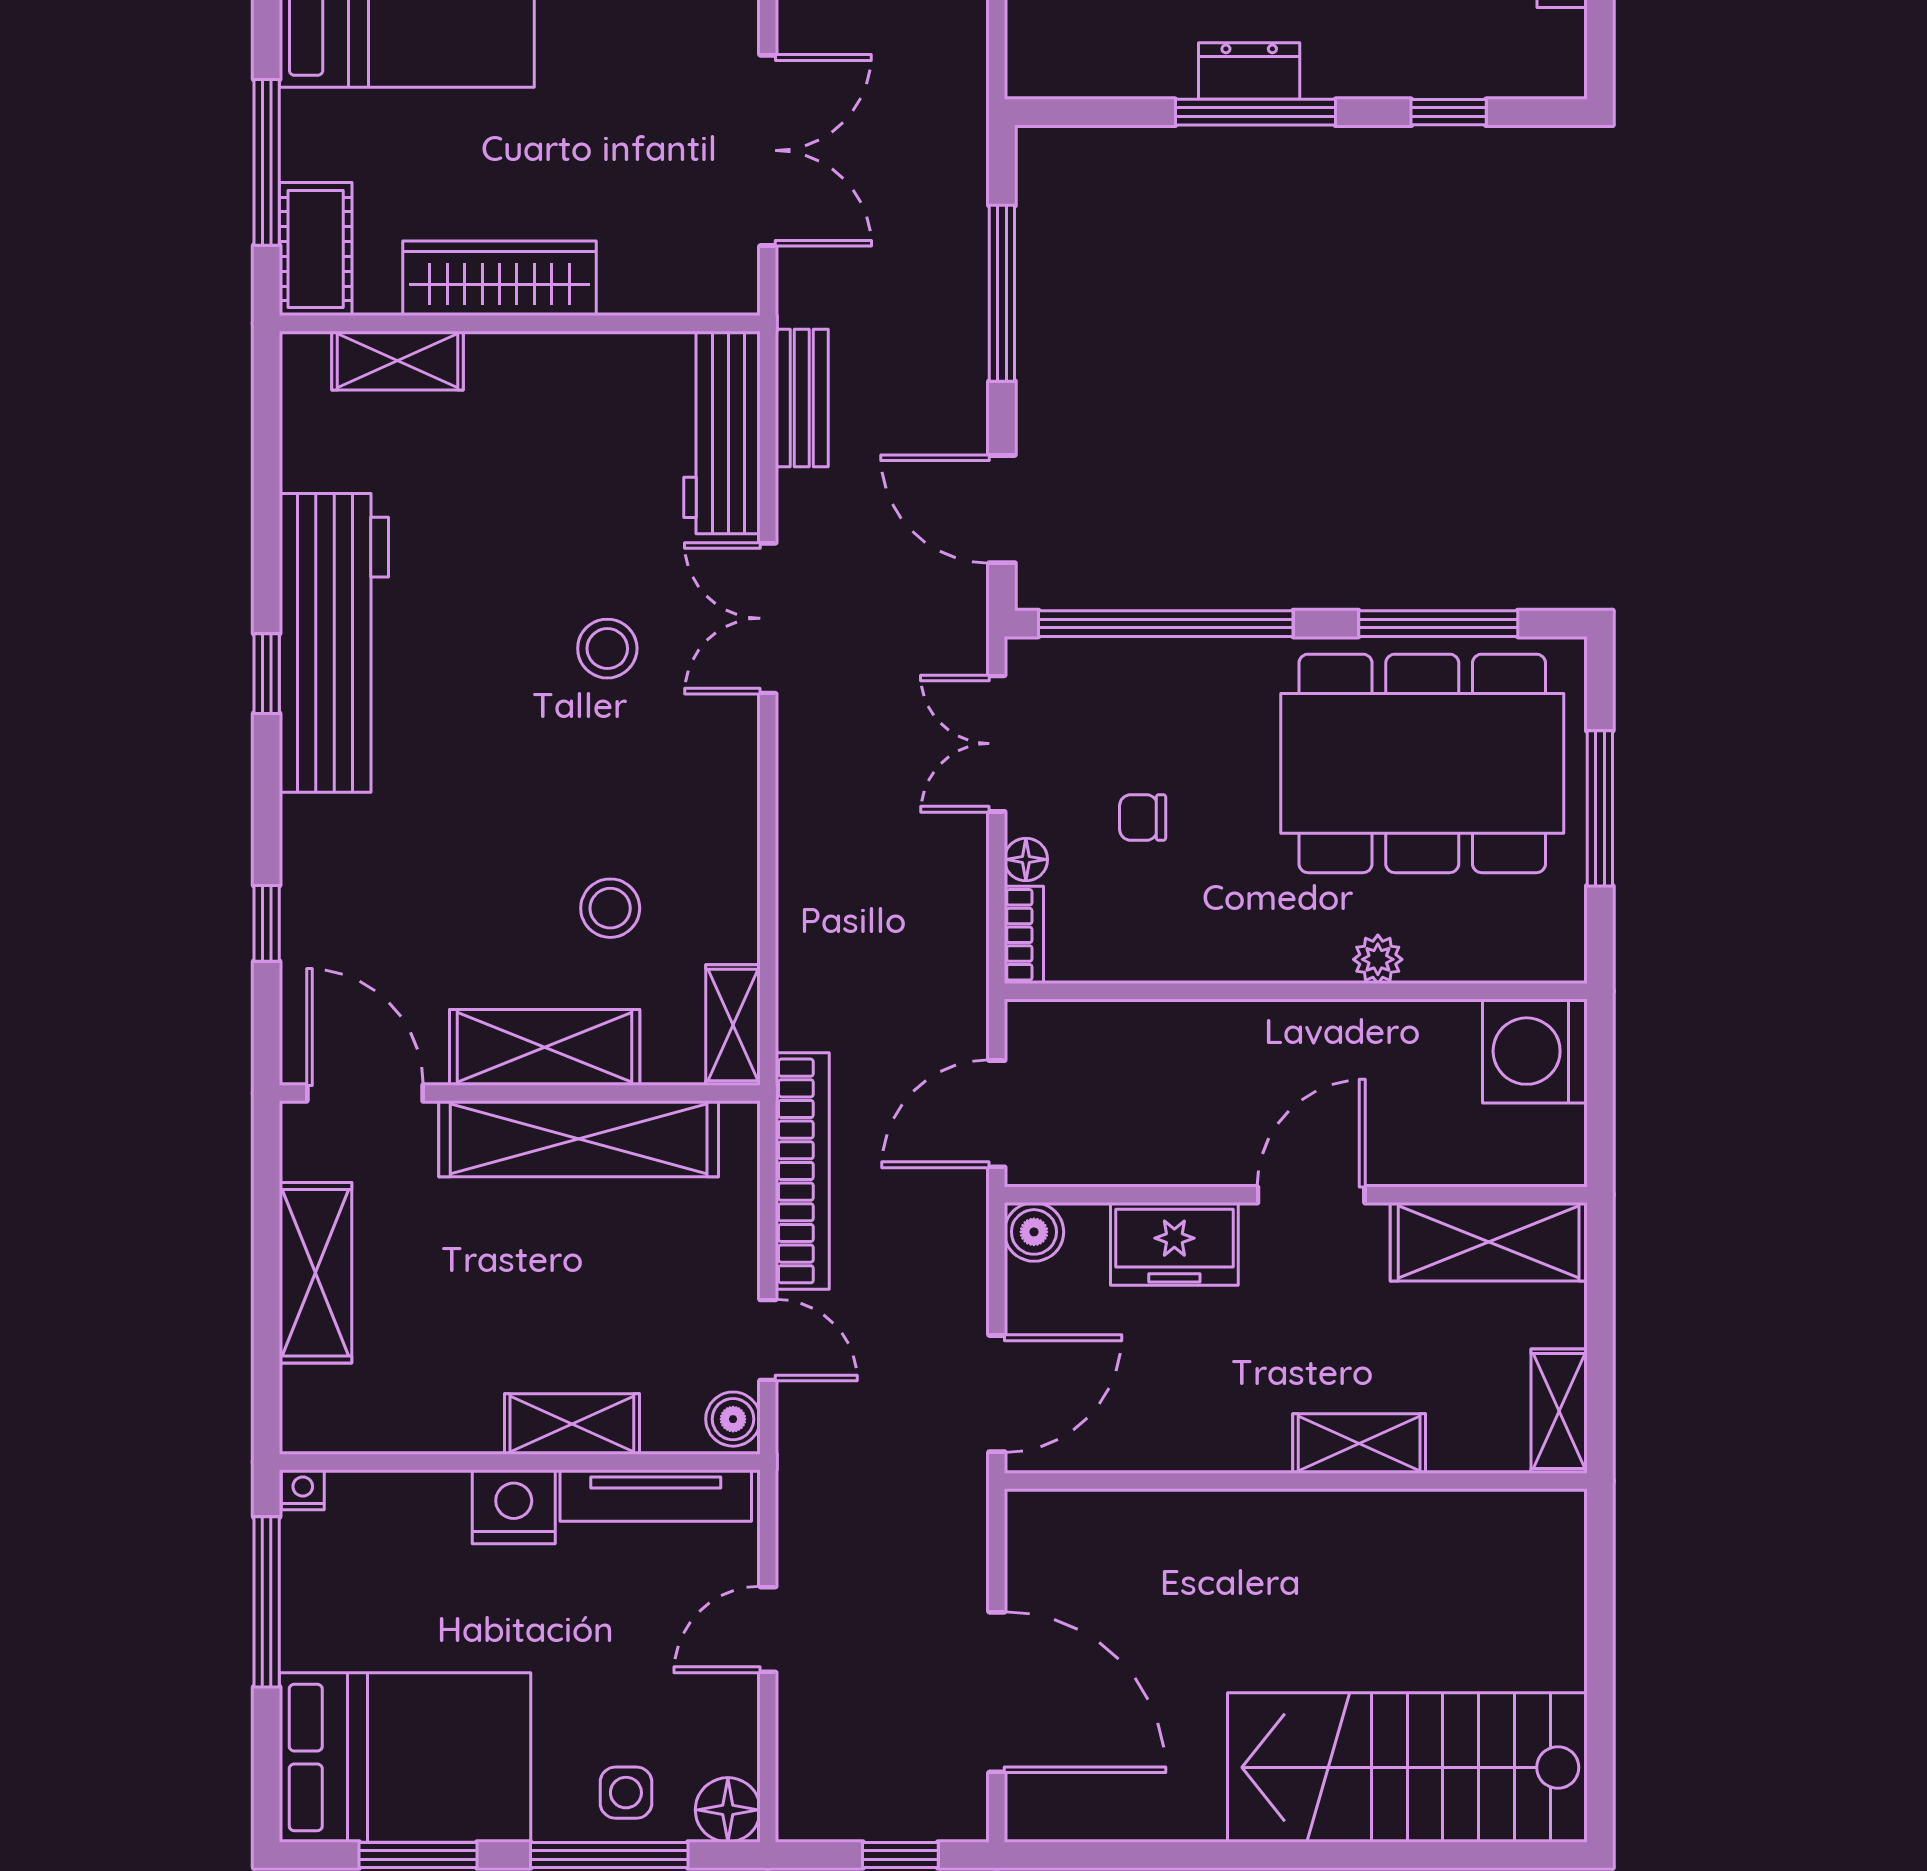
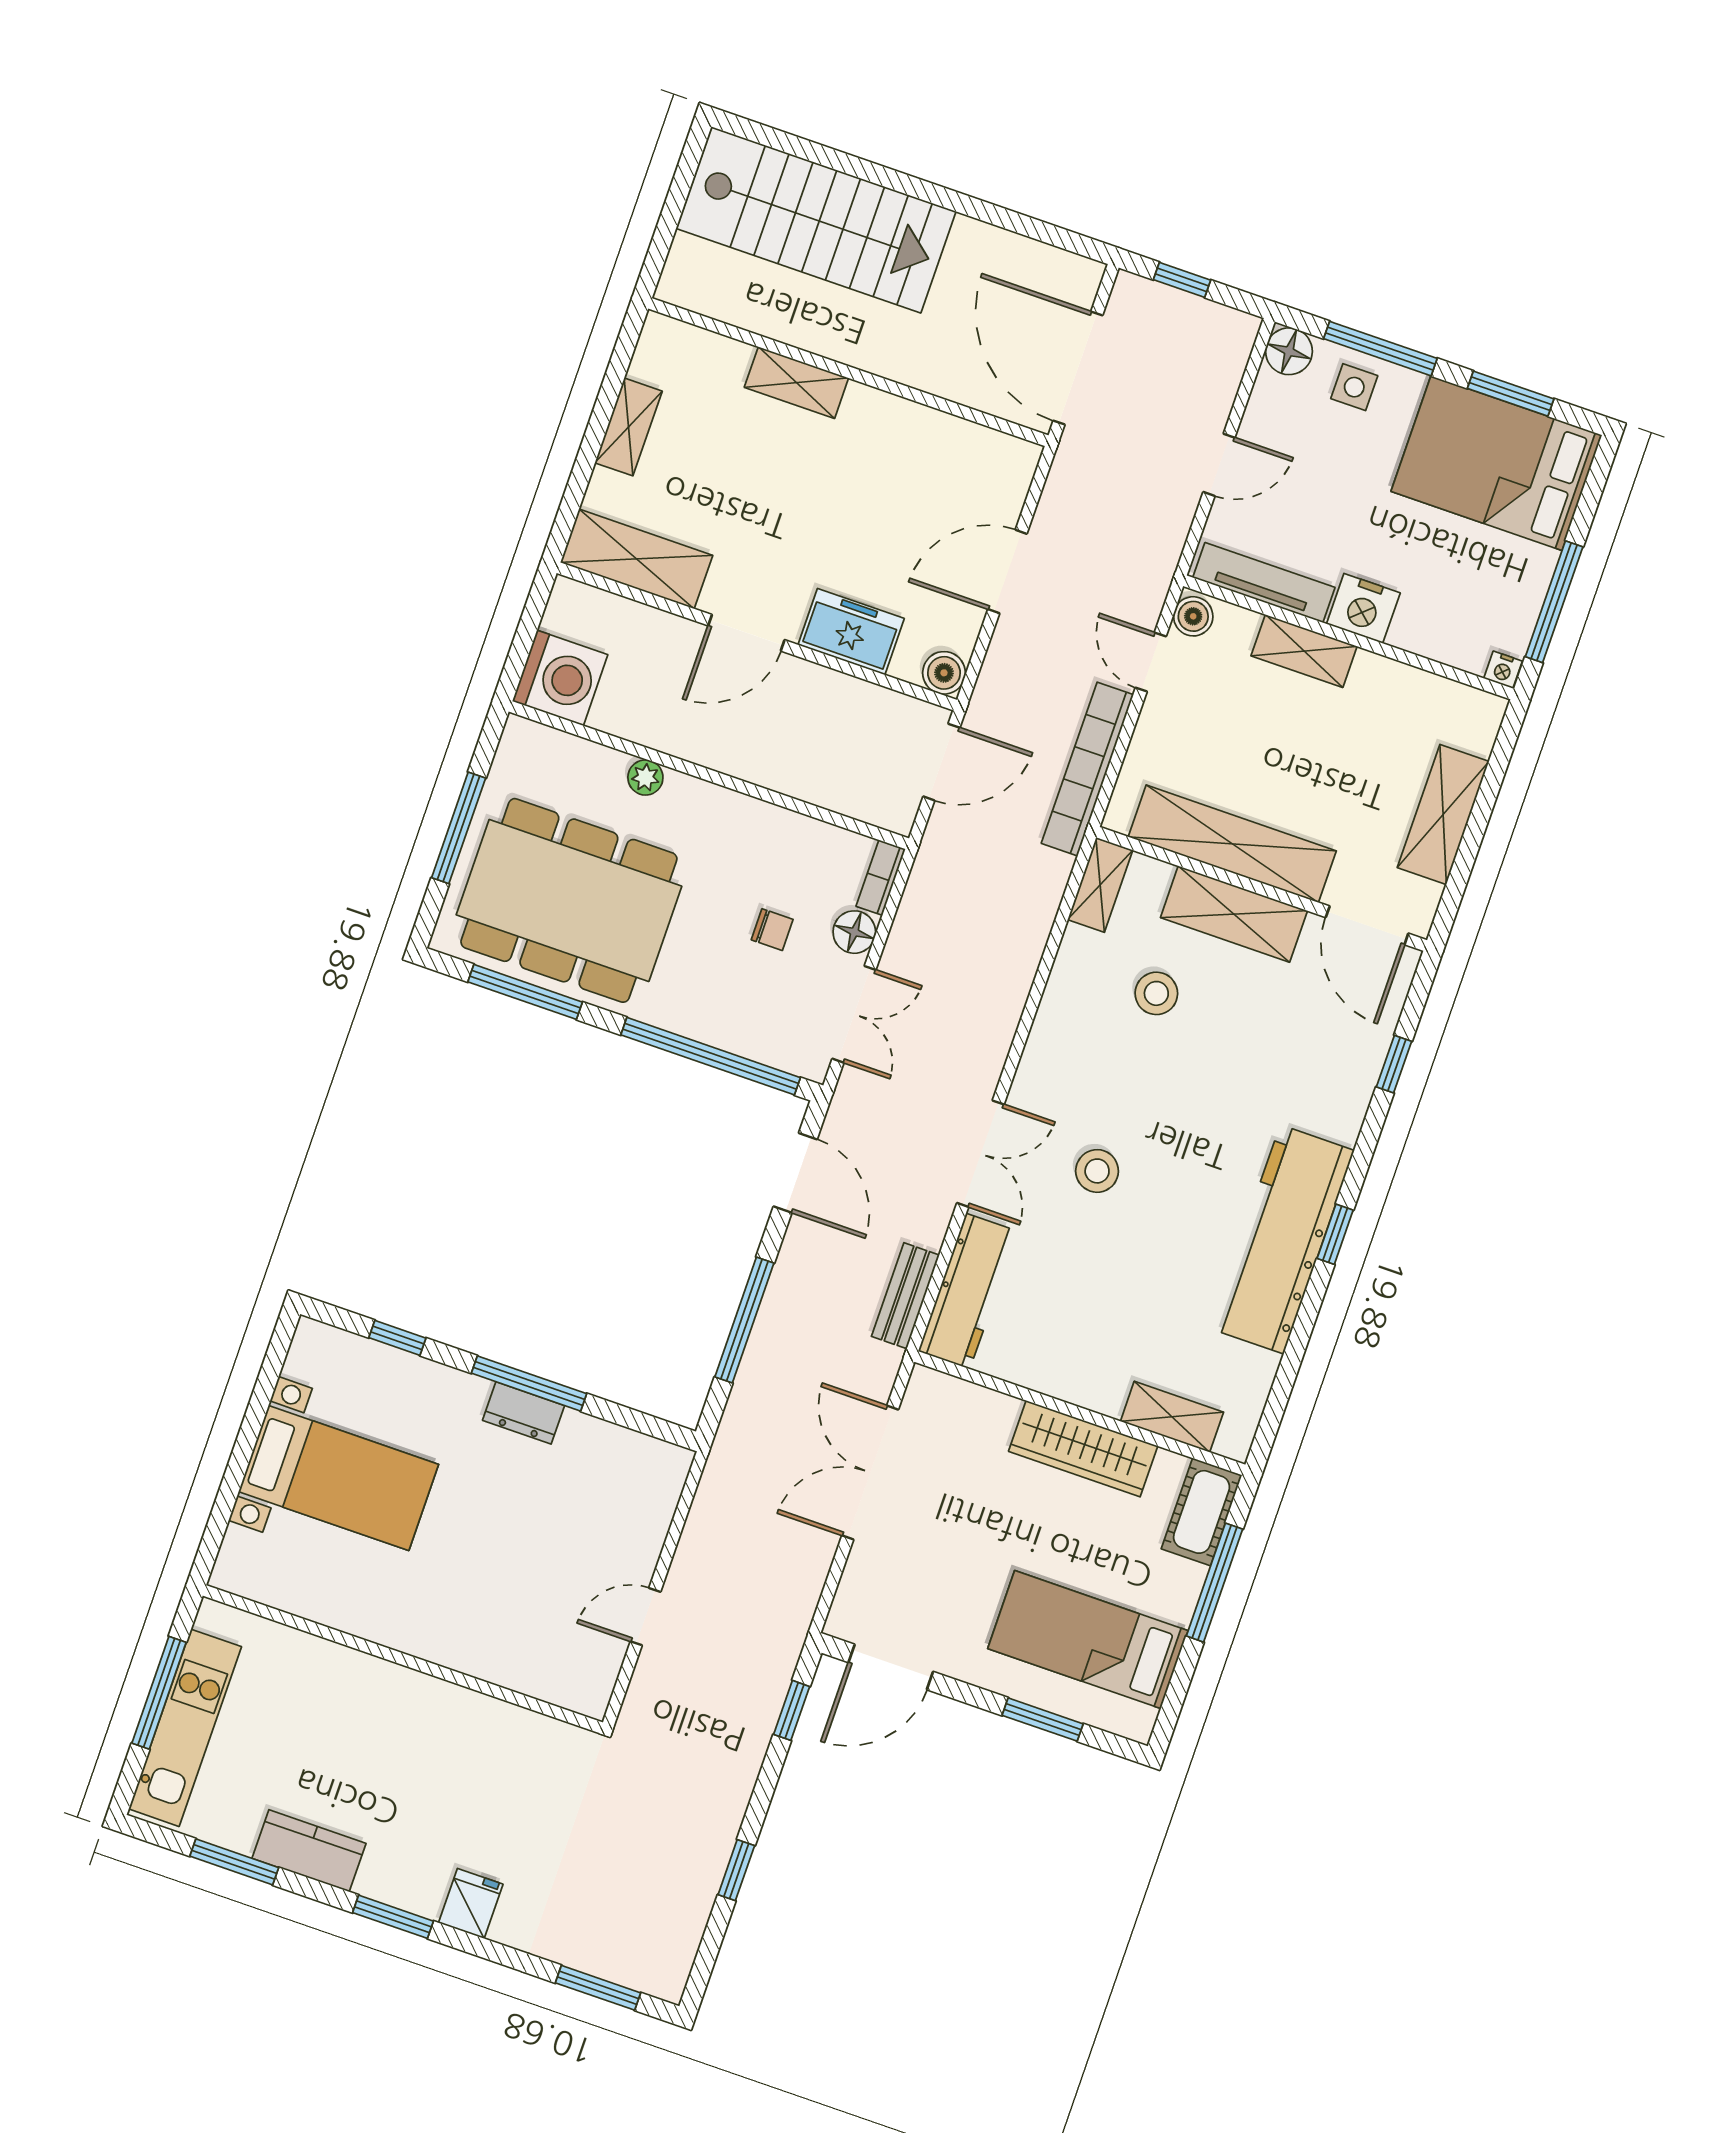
floor lamp: (1026, 859) -> (854, 932), width x1.37, depth x1.37
shelving: (1359, 1444) -> (796, 383), moved
wall: (1296, 1481) -> (848, 372), moved

